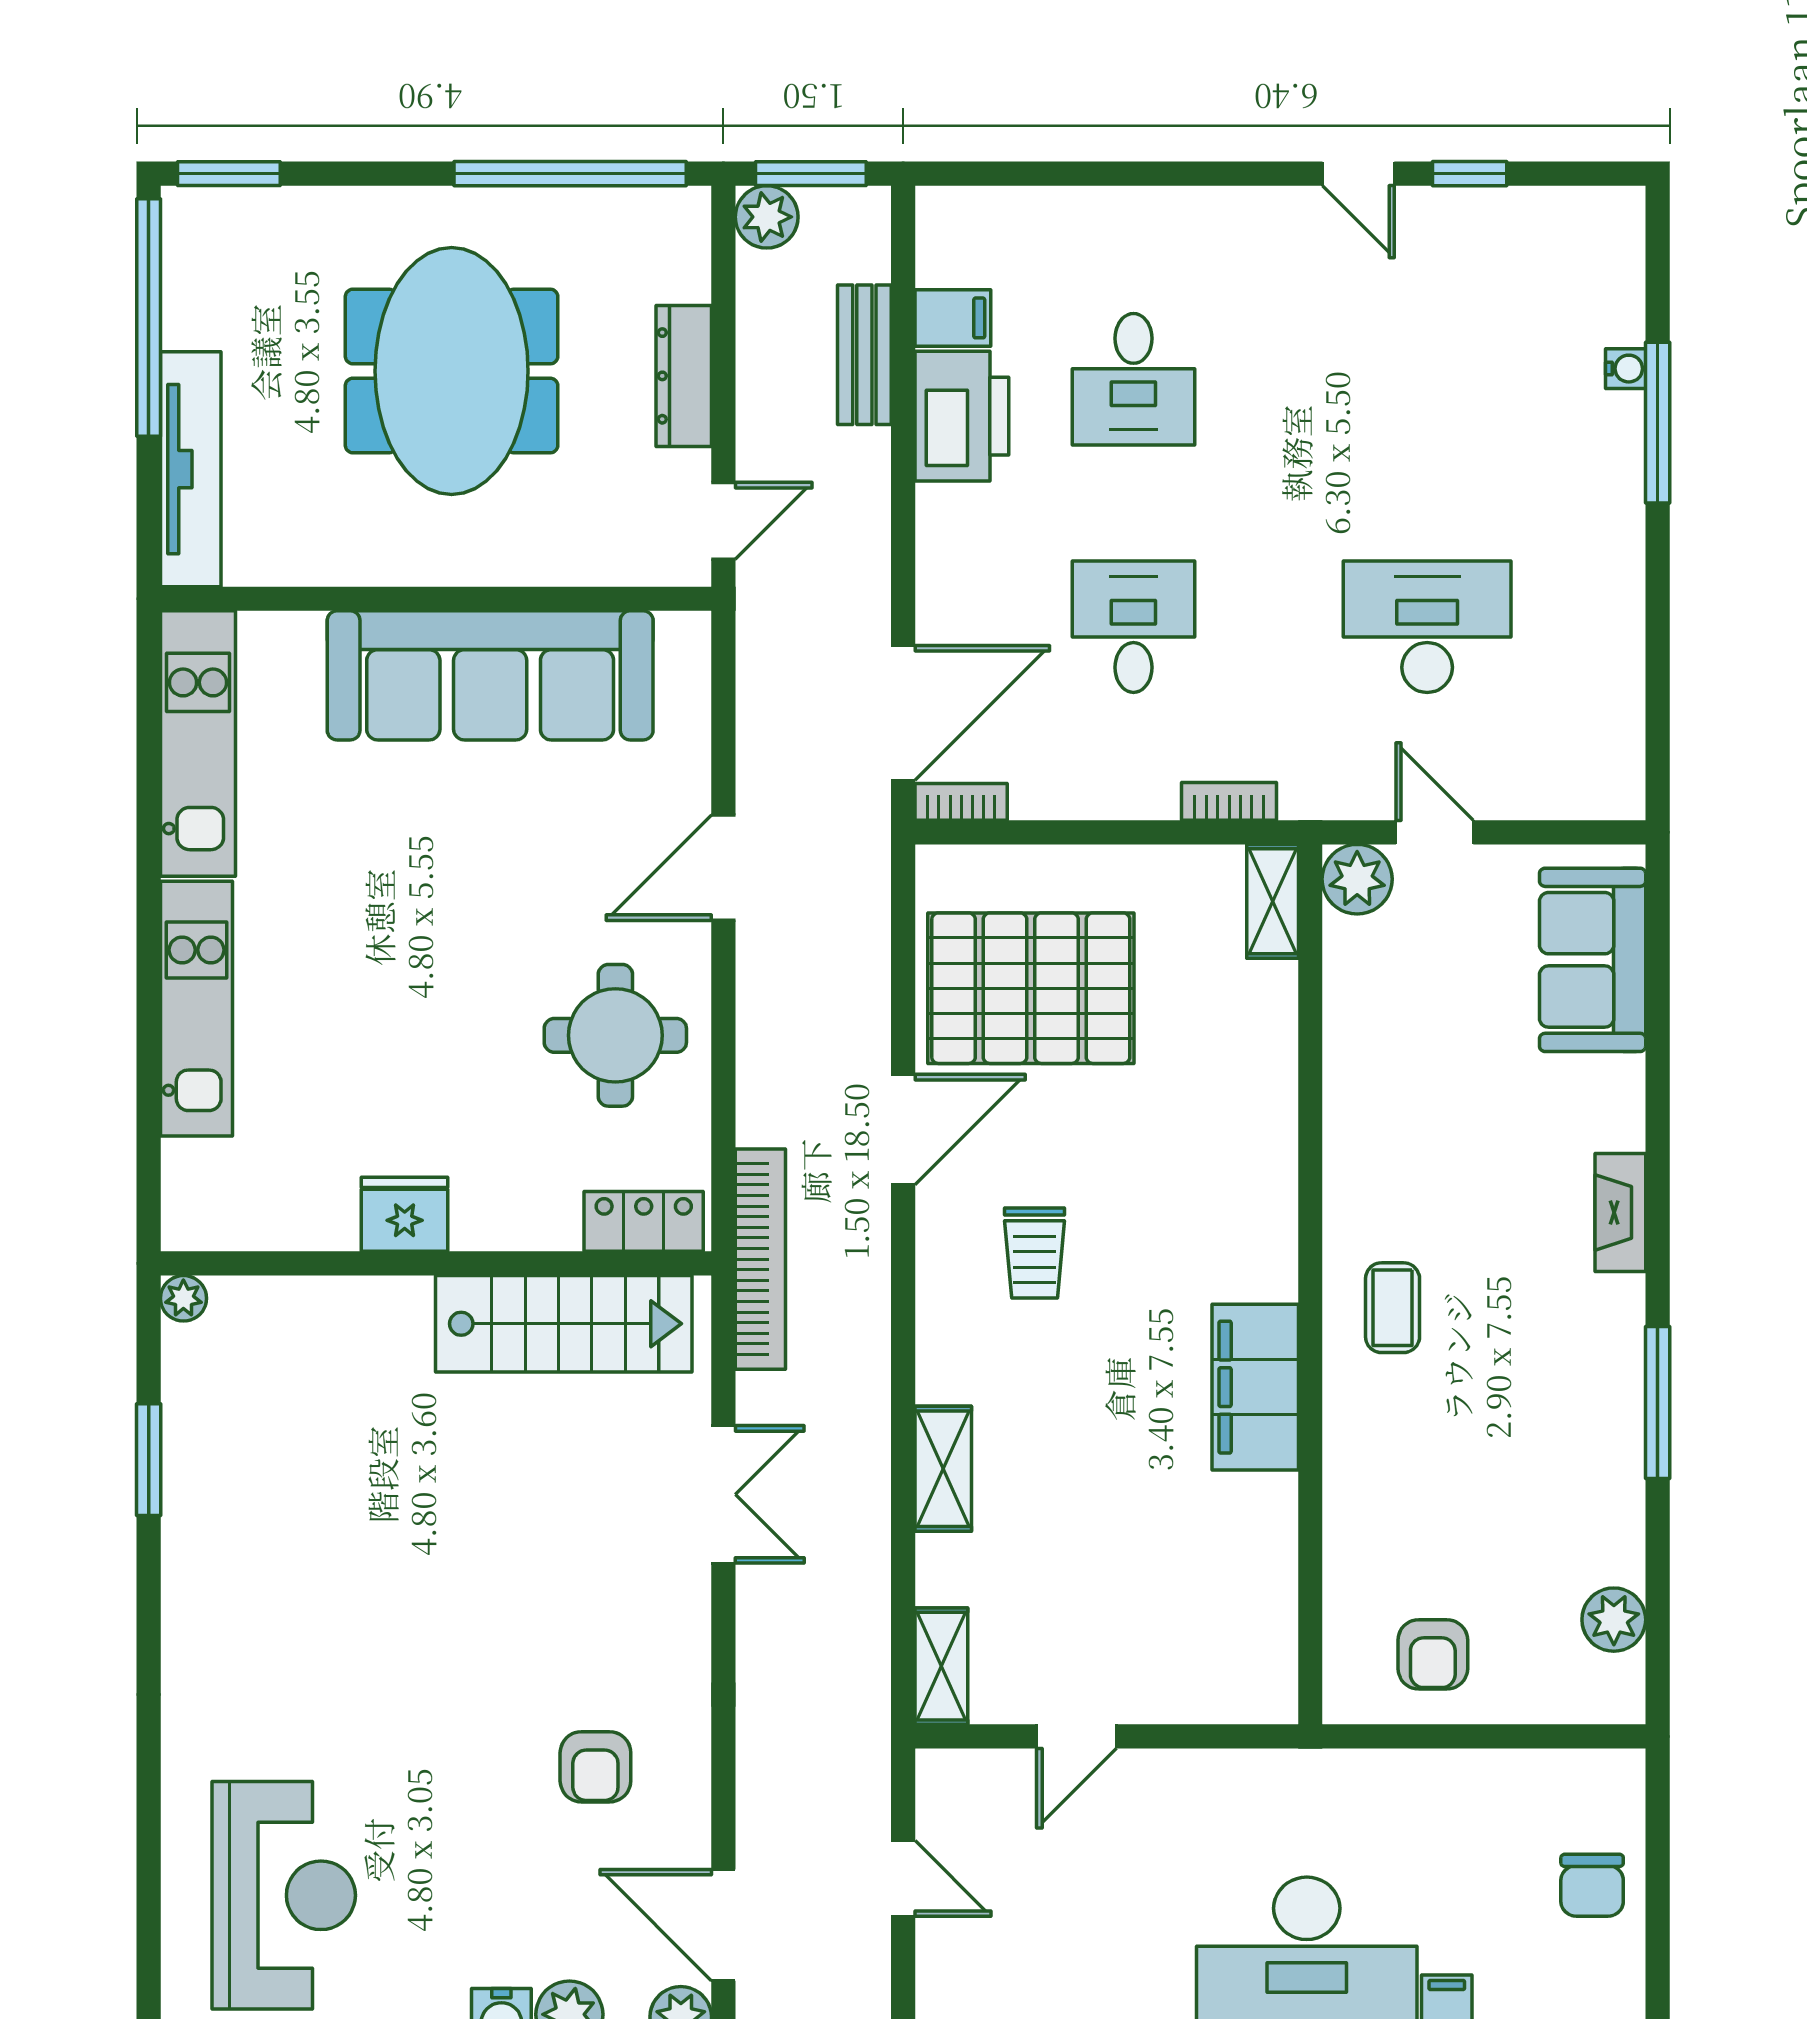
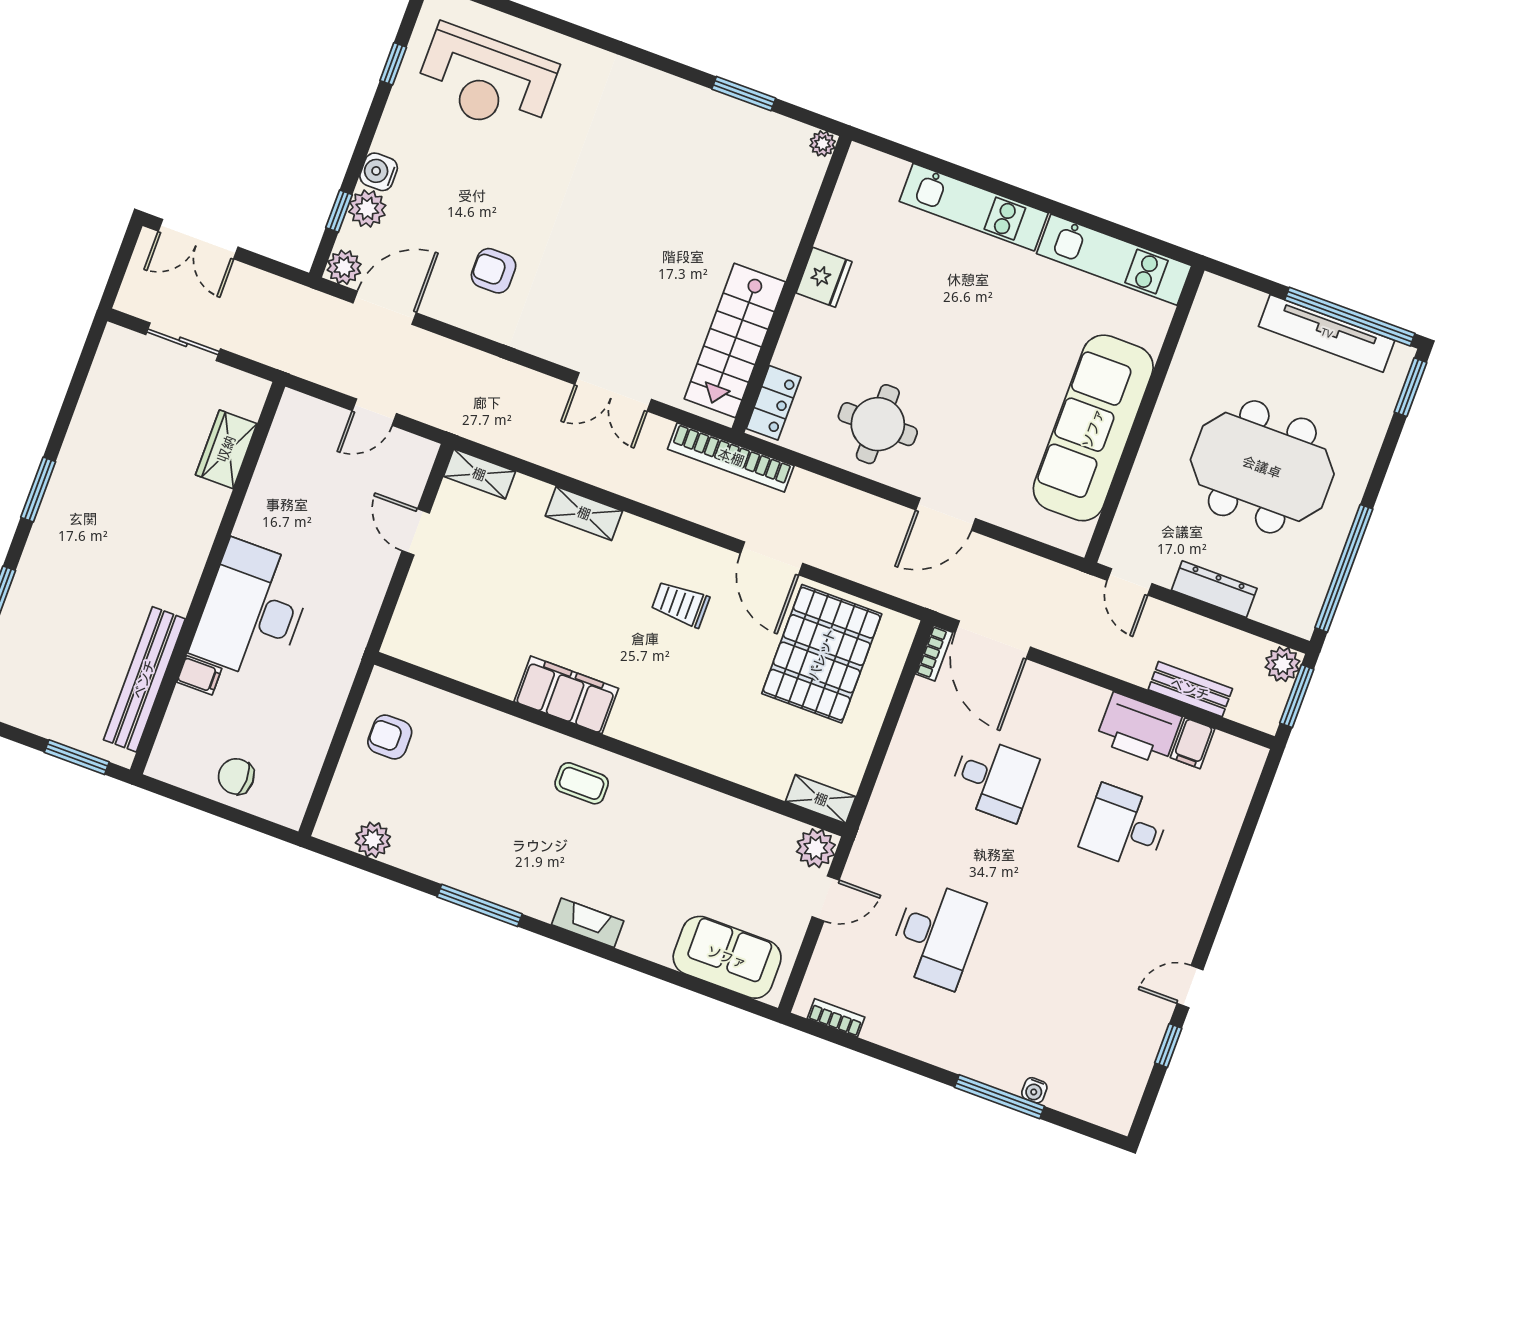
tv unit: (191, 469) -> (1327, 333), moved
bookcase: (1229, 801) -> (836, 1018), moved, turned -90
door: (723, 868) -> (946, 514), swing flipped

